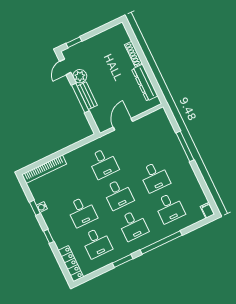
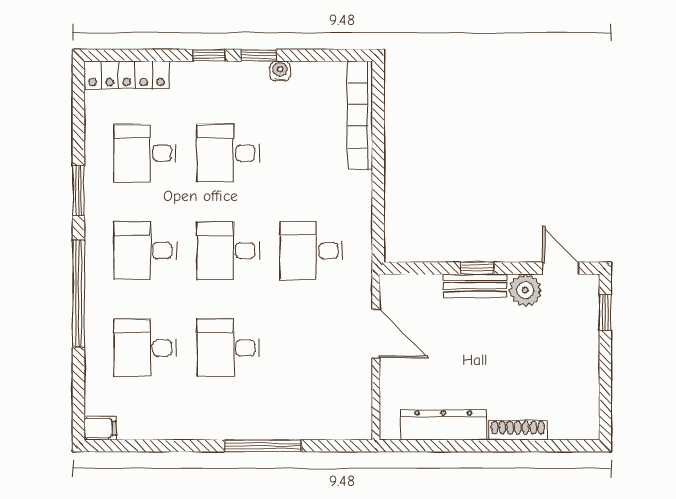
window: (80, 98) -> (477, 268), width x0.46
window: (35, 208) -> (259, 55), moved

